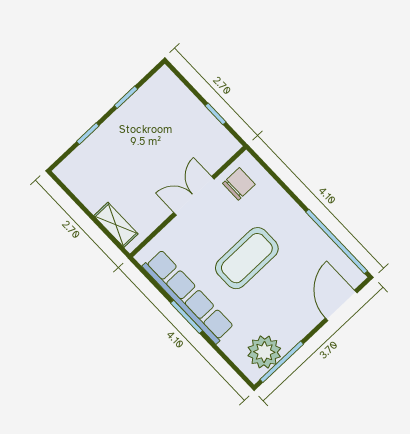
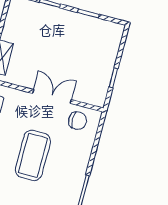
coffee table: (247, 258) -> (33, 155), turned 90

